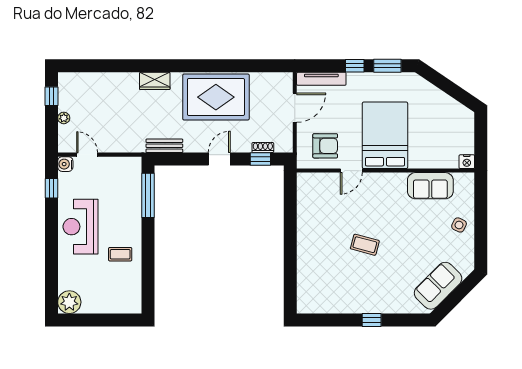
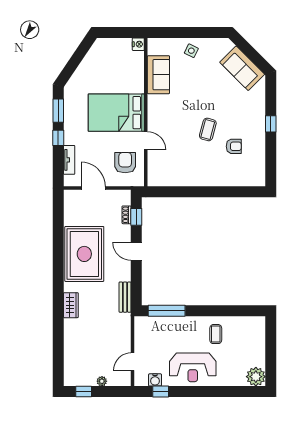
tv unit: (321, 79) -> (69, 160), width x0.71
water cooler: (65, 164) -> (155, 380), moved
armchair: (345, 276) -> (234, 146), added

